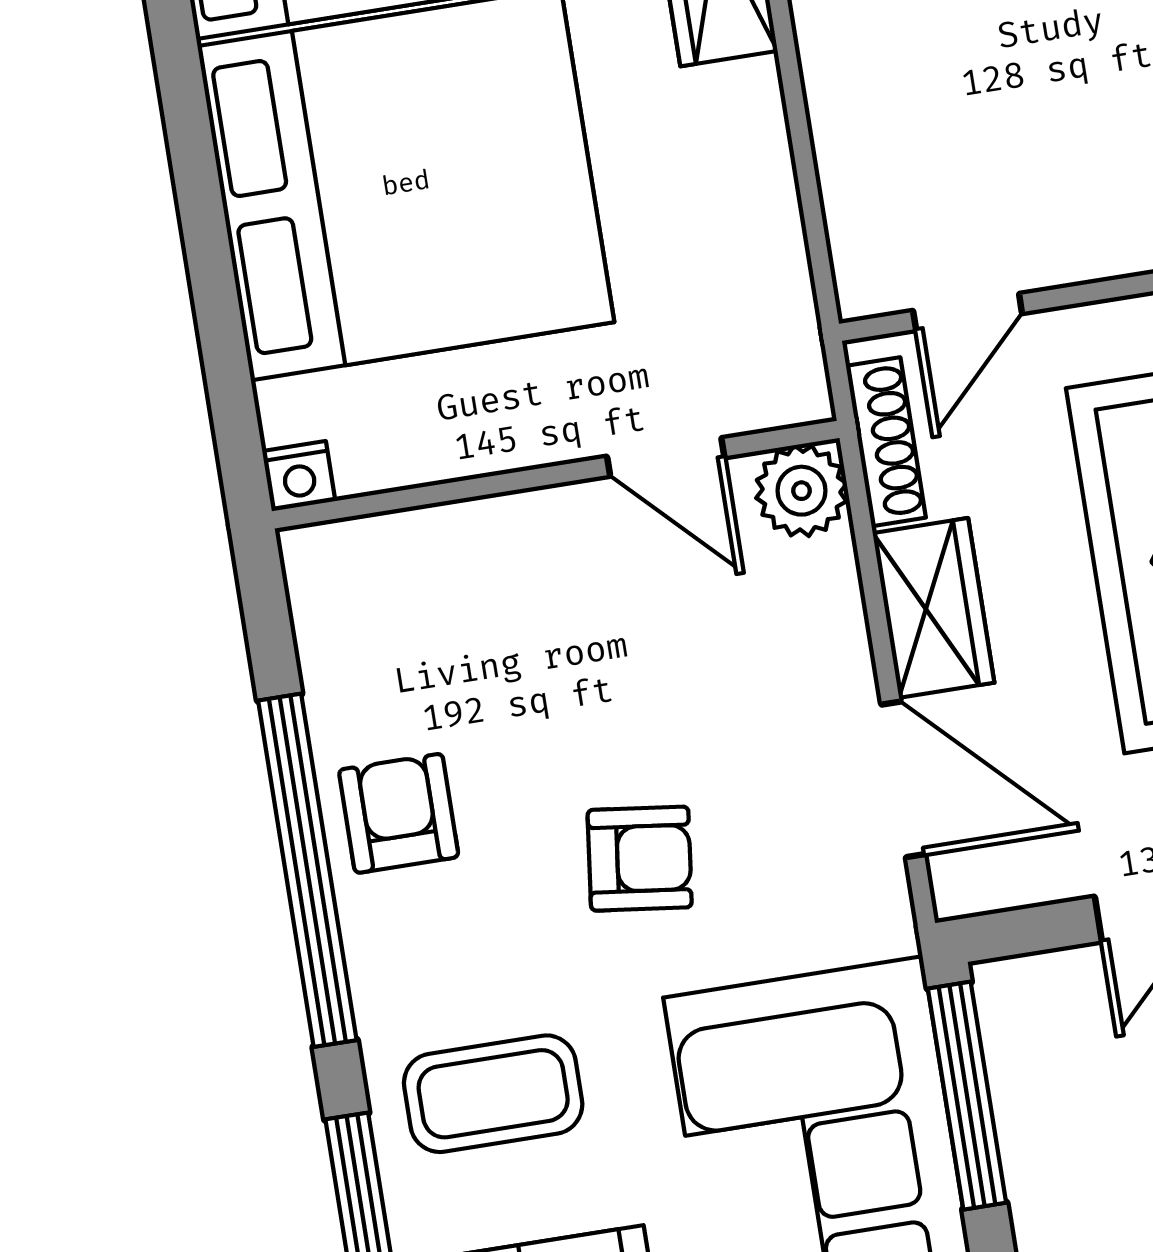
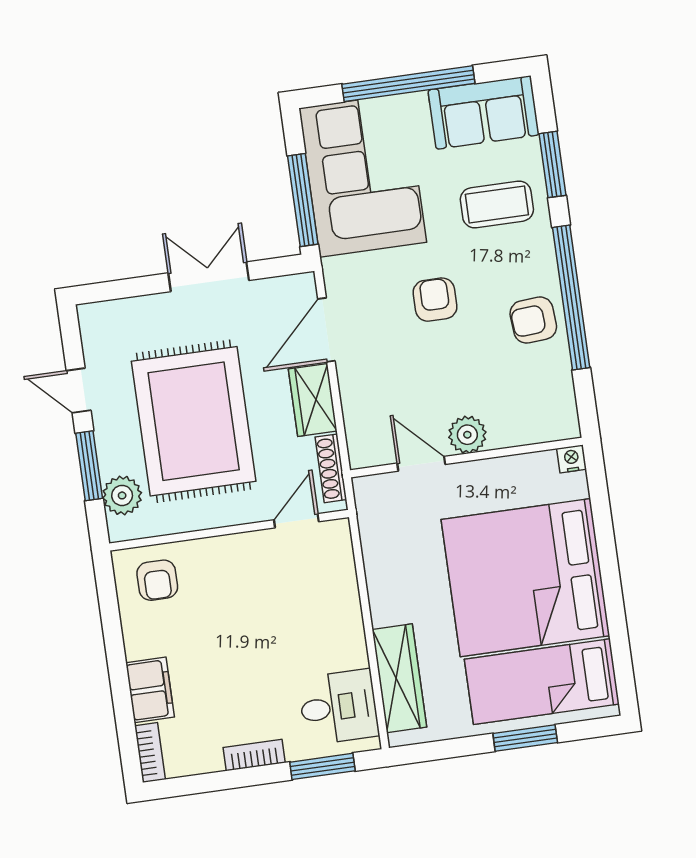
plant: (802, 491) -> (467, 435), moved
door: (903, 779) -> (326, 330), hinge flipped
armchair: (399, 813) -> (533, 320), turned 86
armchair: (640, 859) -> (435, 300), turned 83

